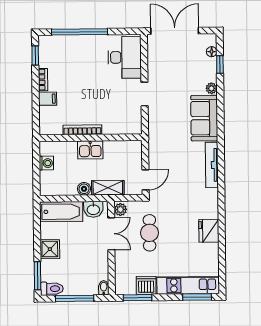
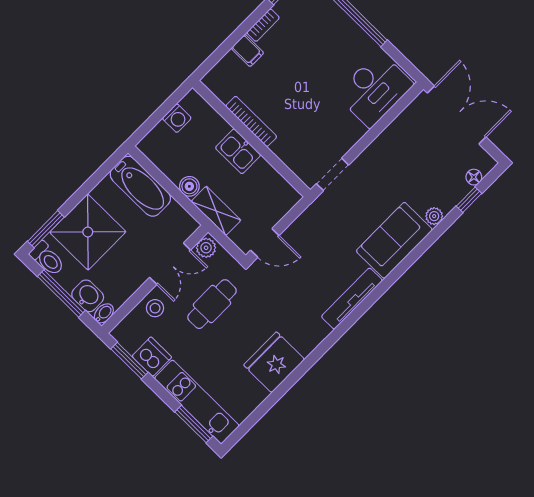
doorway: (145, 94) -> (333, 174), moved
washbasin: (93, 209) -> (88, 296), moved, turned 180
fridge: (209, 231) -> (274, 362), width x1.36, depth x1.34
shower: (50, 249) -> (88, 232), width x1.86, depth x1.86
stool: (125, 261) -> (155, 308), added

